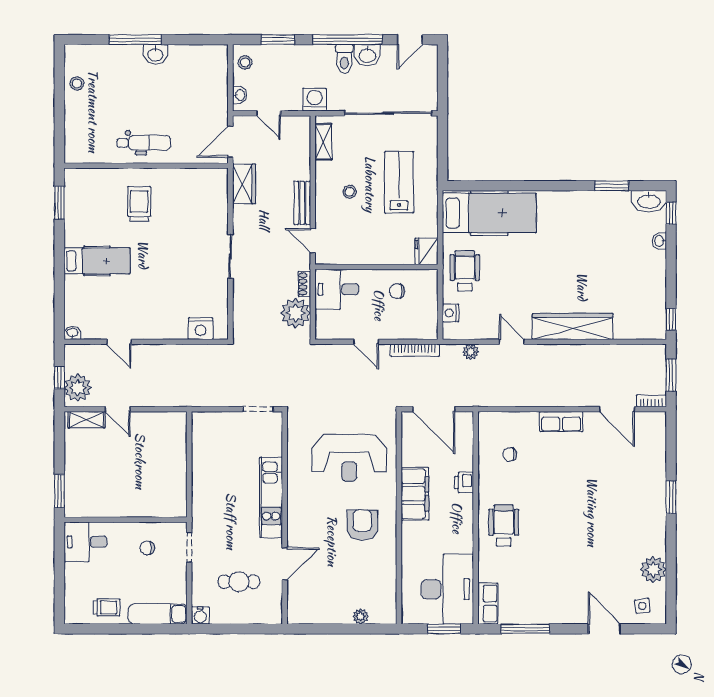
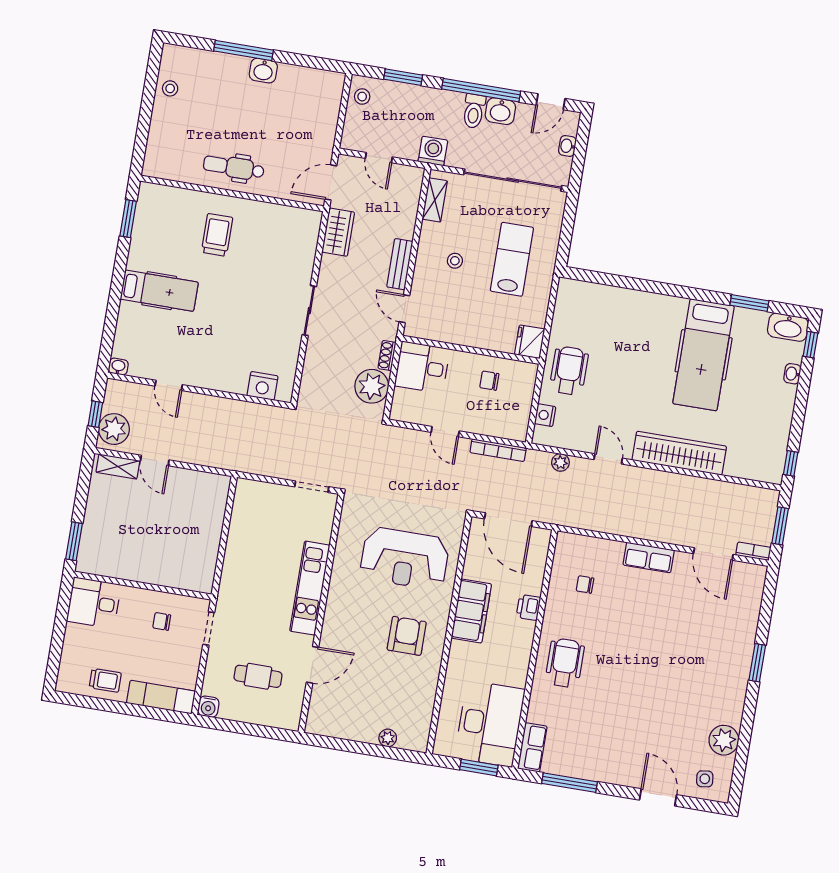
washbasin: (240, 95) -> (567, 146), moved, turned 180
dental chair: (144, 143) -> (234, 167), turned 180
hospital bed: (489, 213) -> (704, 355), moved, turned 90

